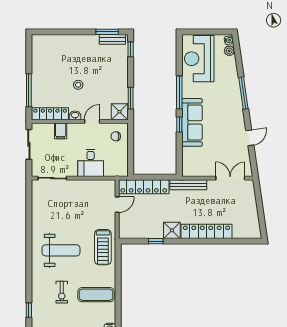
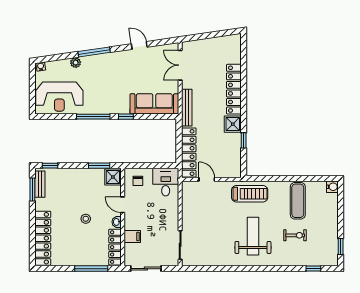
locker: (59, 42) -> (43, 238), added
plant: (229, 51) -> (76, 63), moved
sofa: (192, 122) -> (154, 104), moved
desk: (91, 163) -> (166, 182), moved, turned -90

